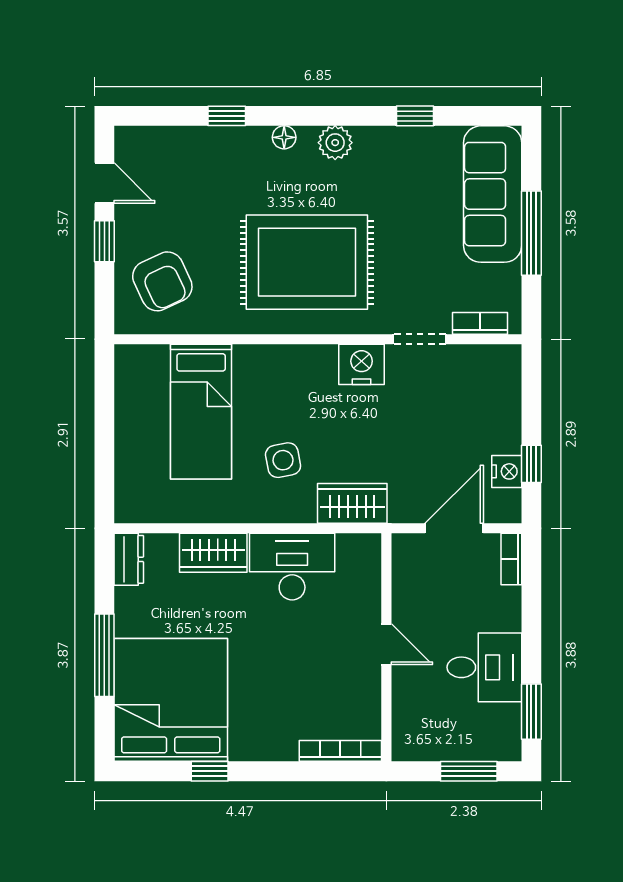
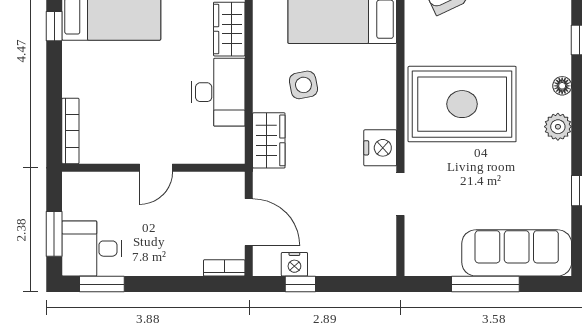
rug: (307, 262) -> (462, 104), turned 90
bookcase: (480, 323) -> (413, 243), removed
desk: (484, 667) -> (92, 249), moved, turned 90

